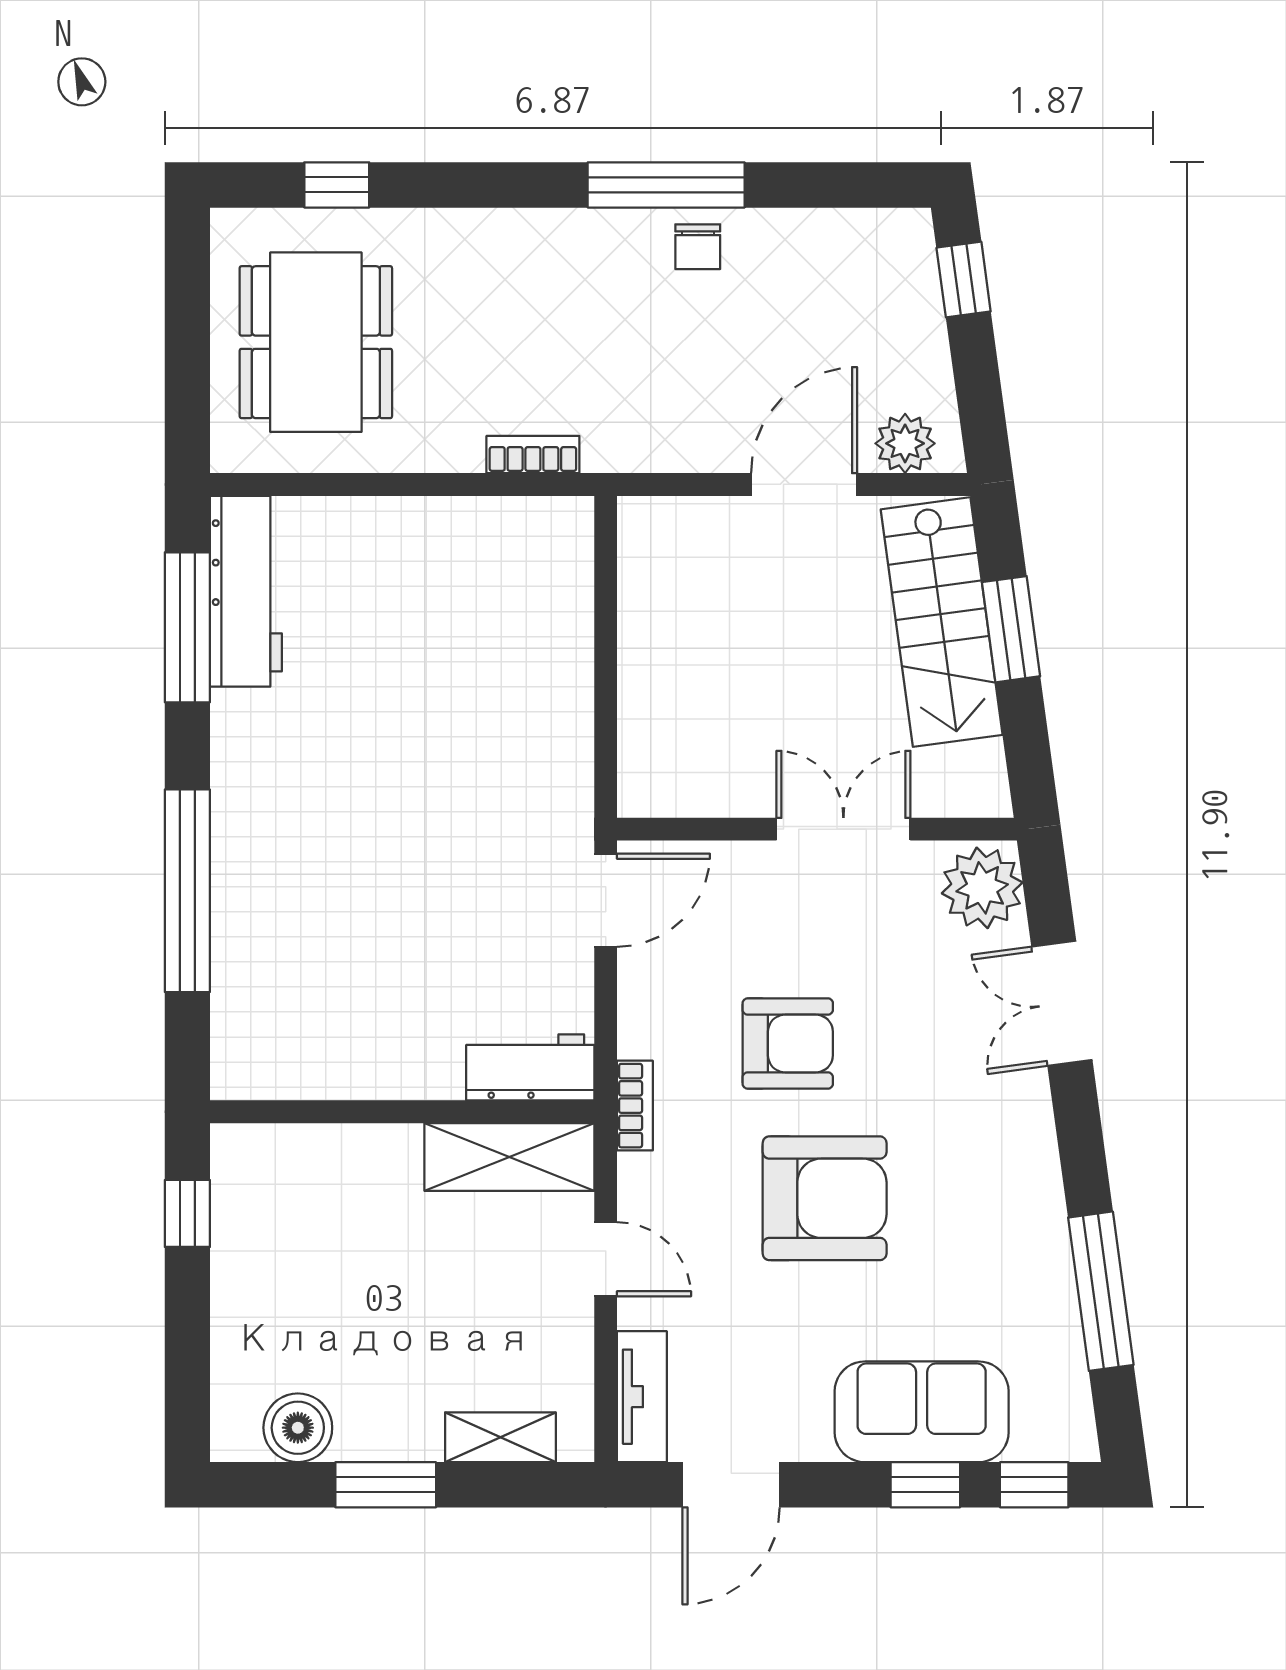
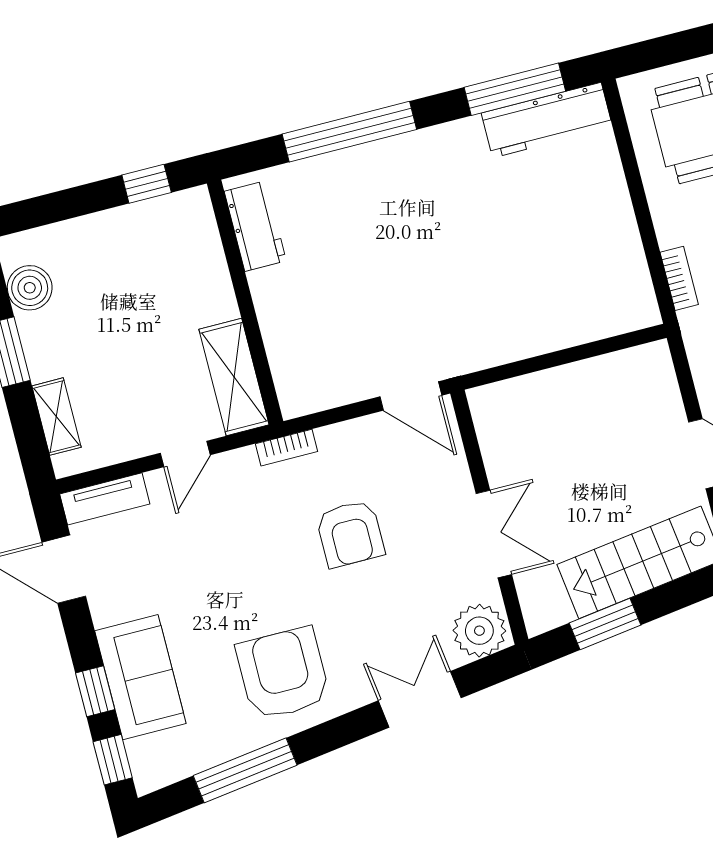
window: (1011, 629) -> (605, 624), moved
workbench: (530, 1067) -> (255, 226), moved
armchair: (825, 1198) -> (283, 673), moved, turned 180

